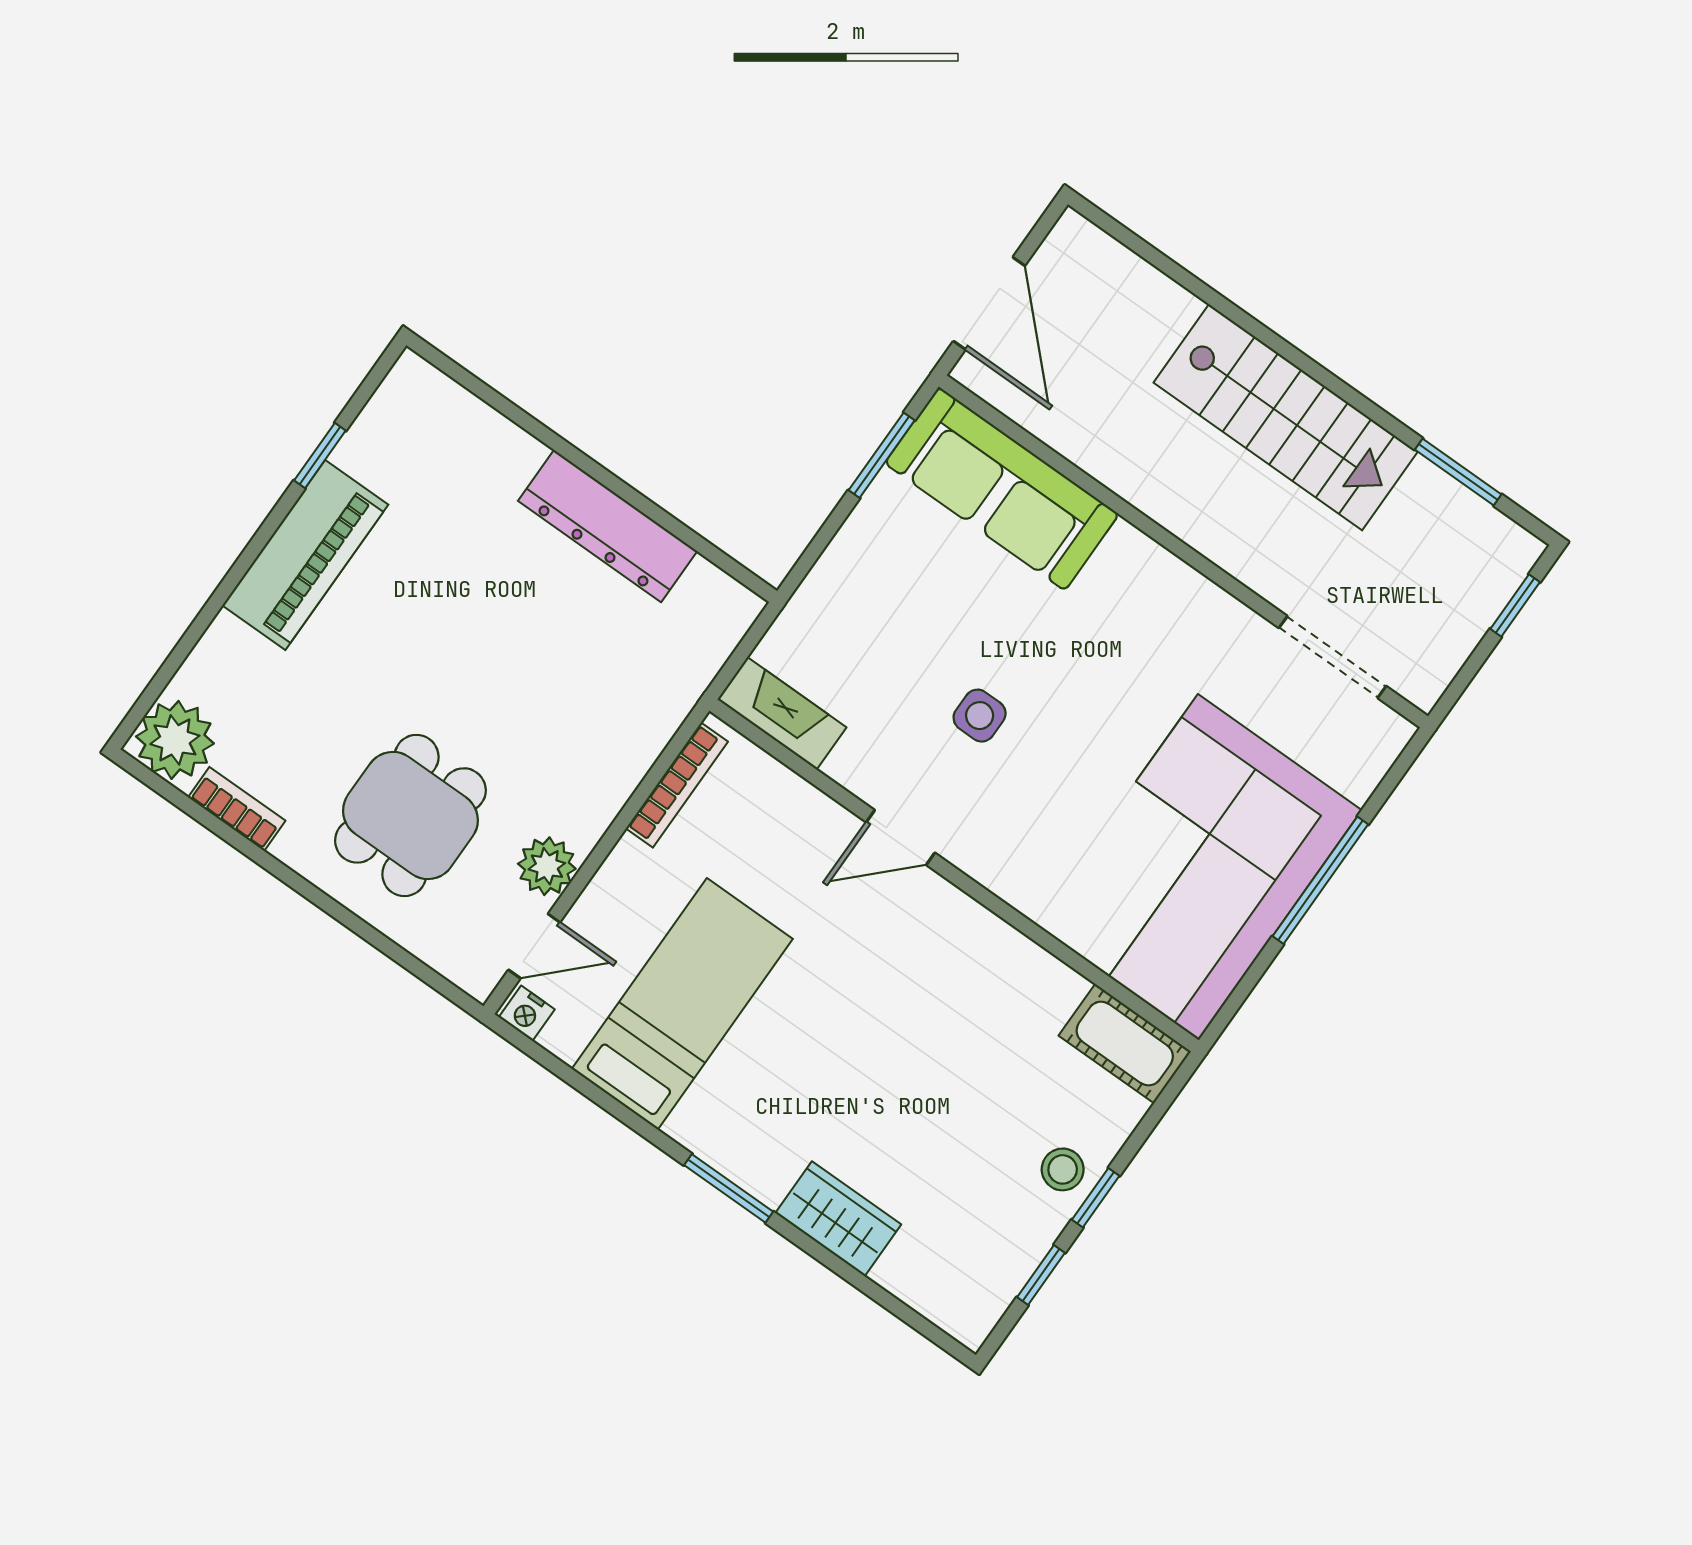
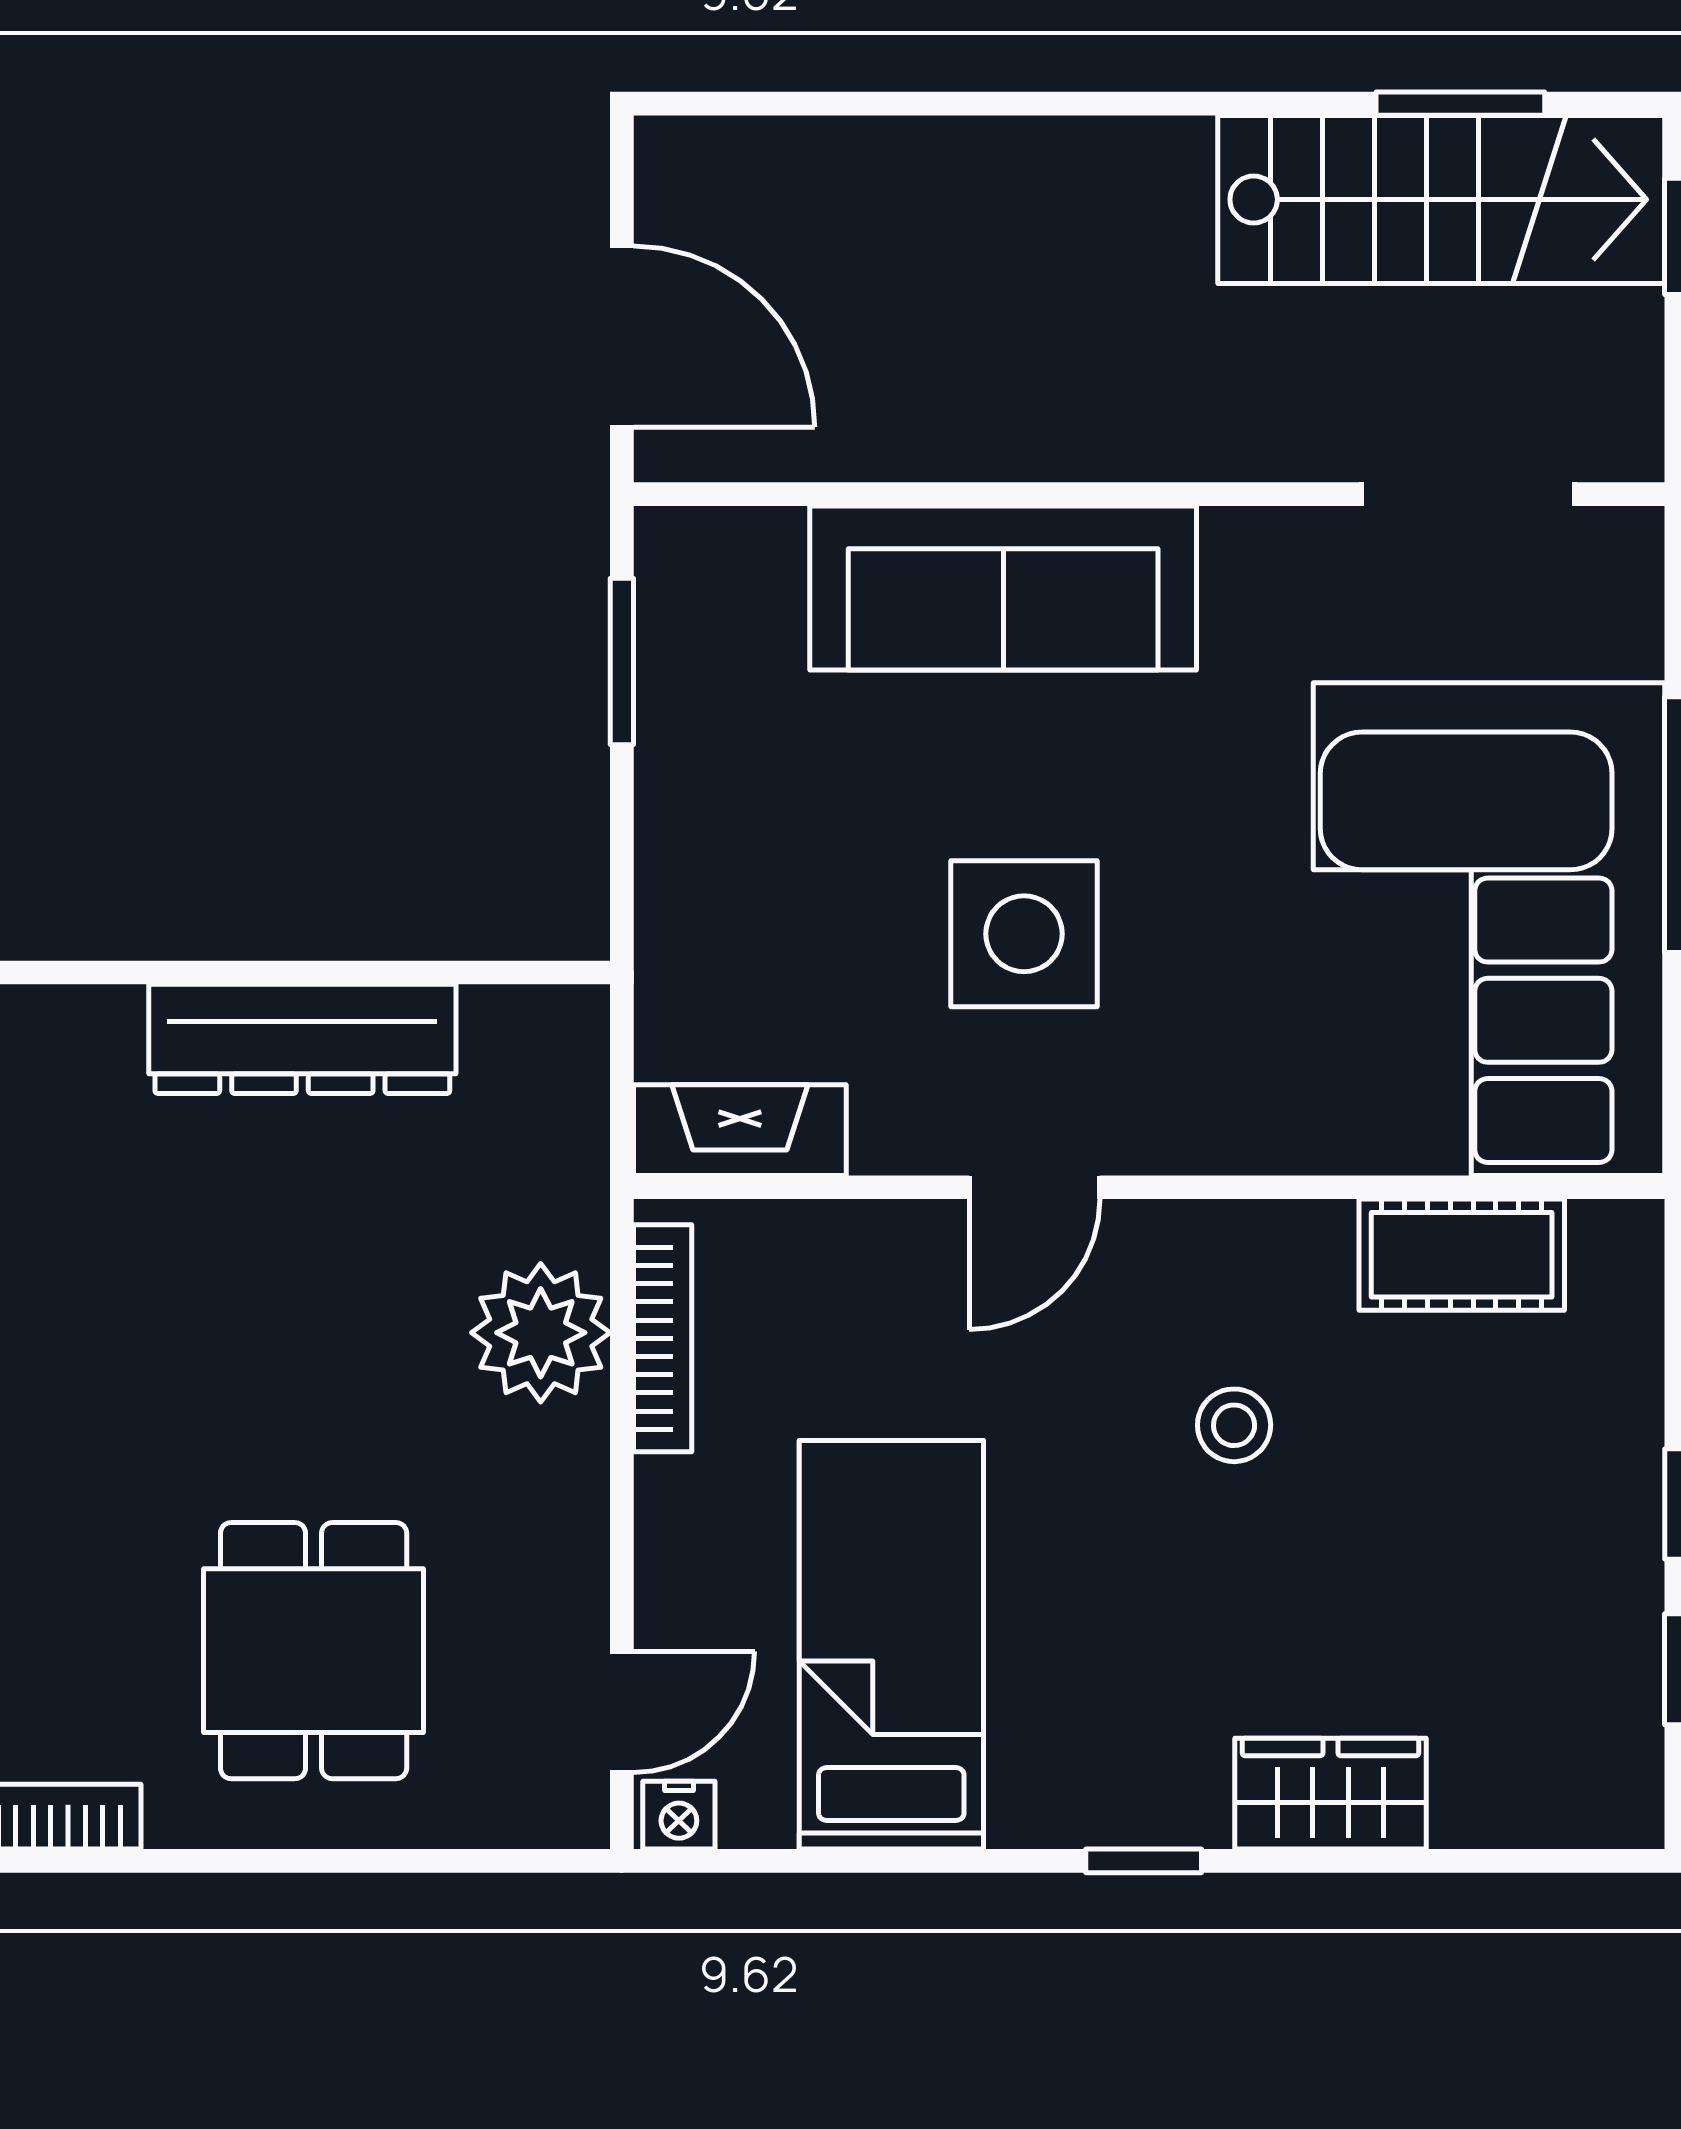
stairs: (1286, 417) -> (1441, 200), moved
sofa: (1002, 489) -> (1003, 588), moved
side table: (980, 716) -> (1024, 934), width x1.87, depth x1.87
plant: (547, 866) -> (541, 1333), moved, width x1.36, depth x1.36
cot: (1125, 1044) -> (1462, 1255), moved
stool: (1063, 1169) -> (1234, 1425), moved
window: (729, 1188) -> (1144, 1861), width x0.67

